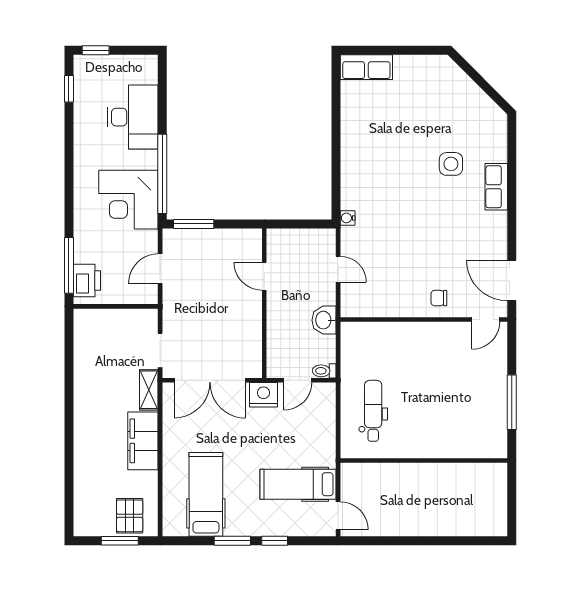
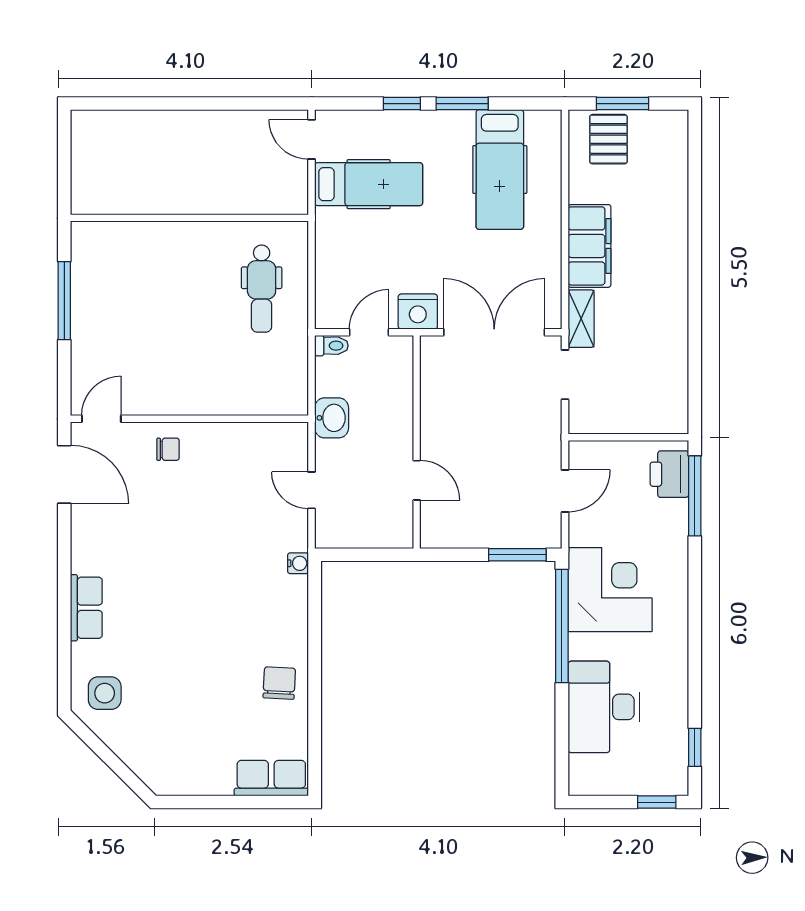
chair: (361, 134) -> (279, 683), added
side table: (451, 164) -> (105, 693), moved

